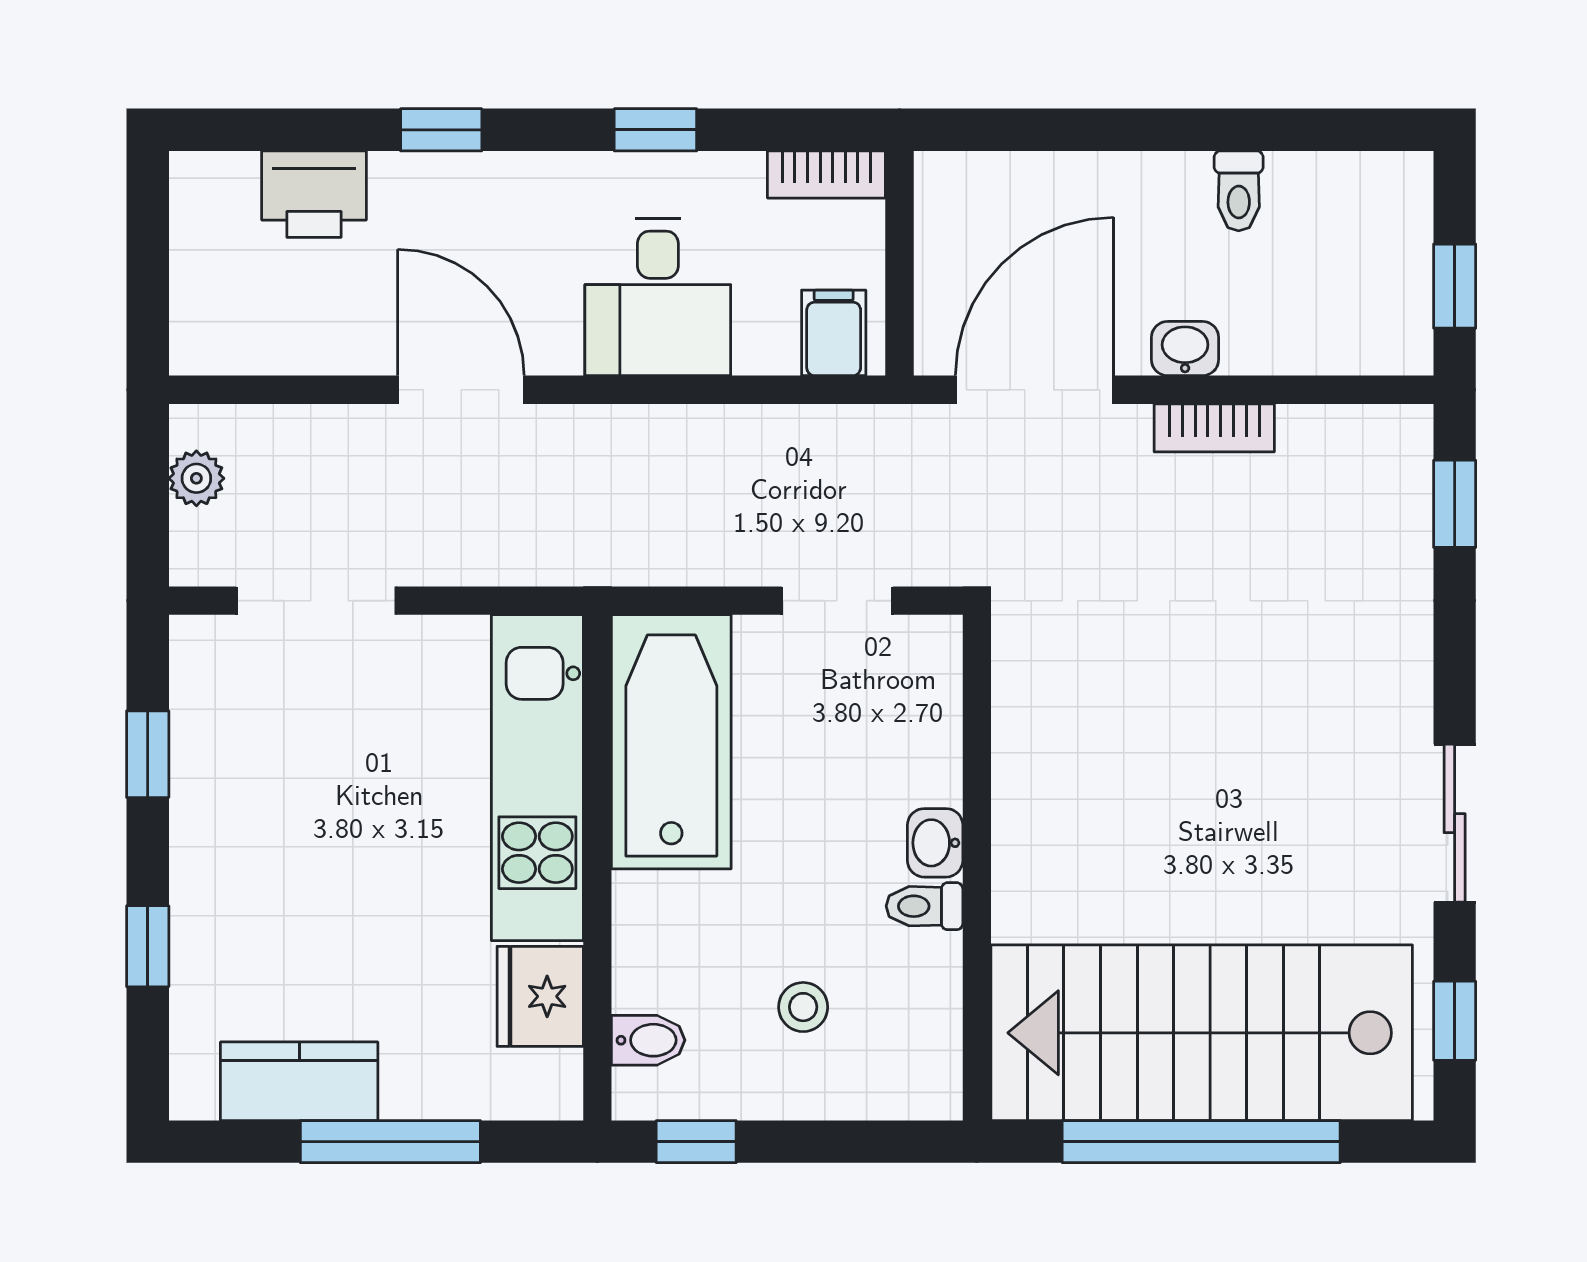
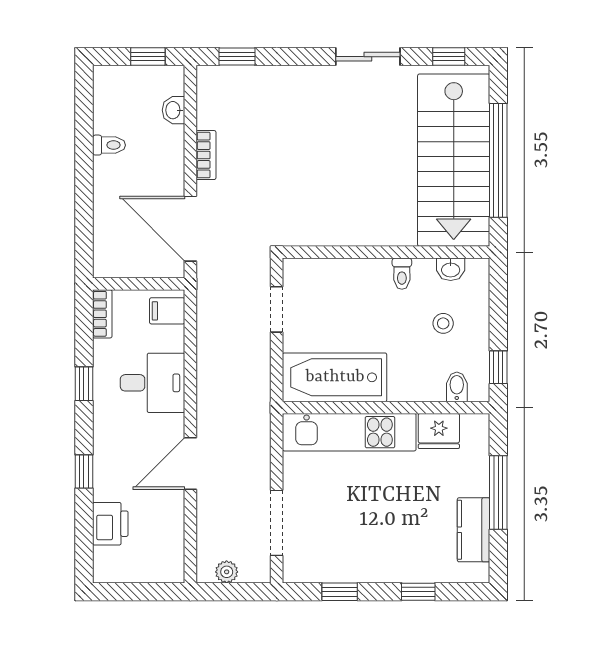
washbasin: (1185, 349) -> (174, 110), moved
washbasin: (935, 843) -> (451, 269), moved

